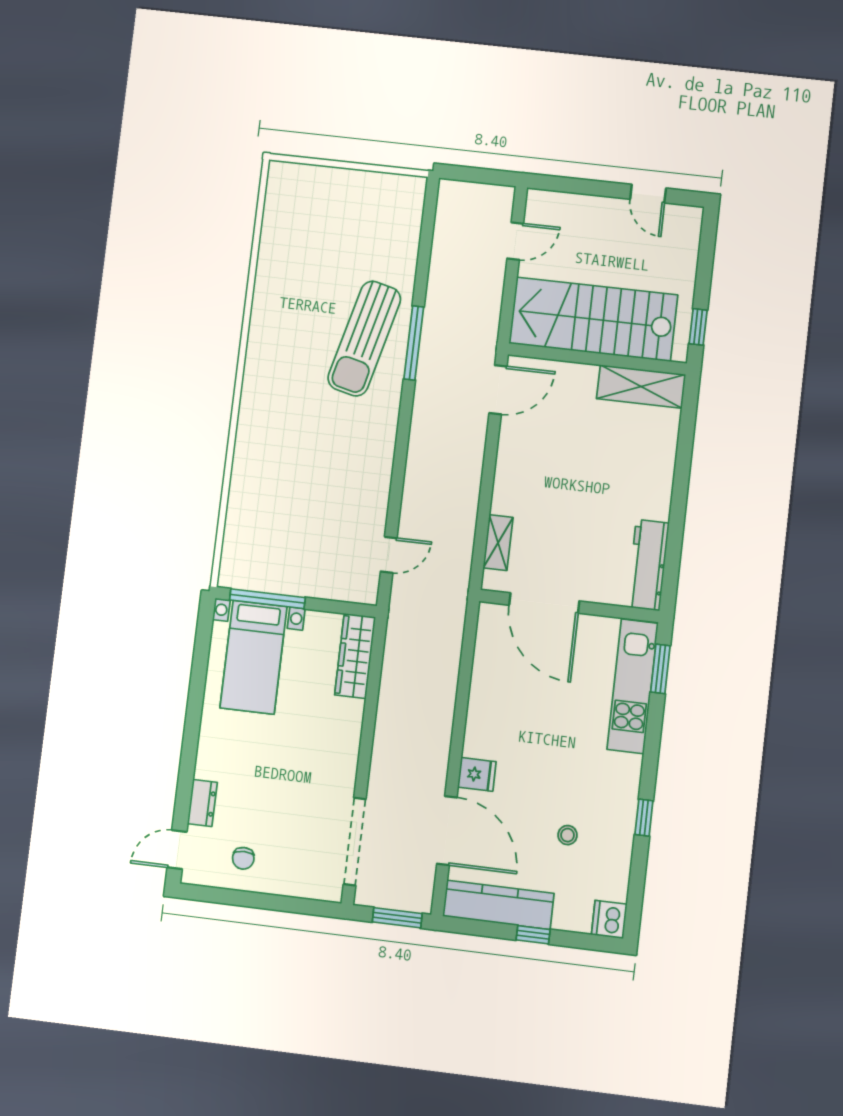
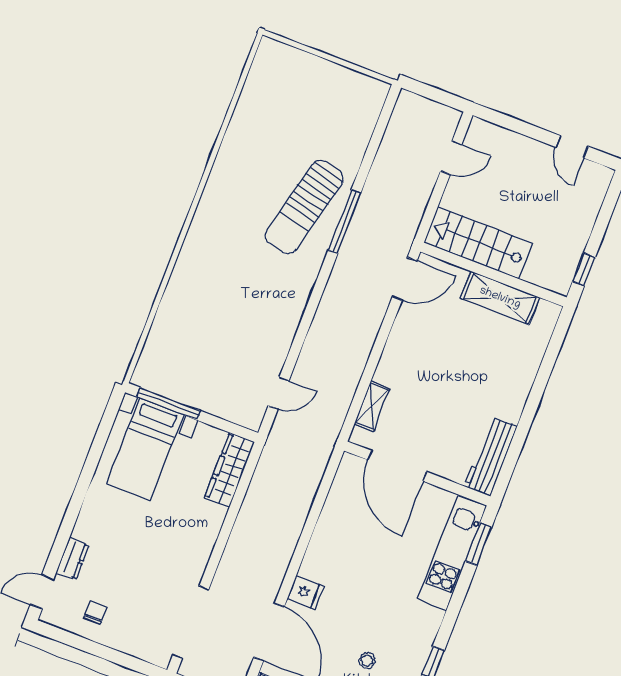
stairs: (593, 319) -> (478, 243), width x0.73, depth x0.66
shelving: (641, 387) -> (500, 298), moved
chair: (243, 858) -> (95, 613), turned 180

